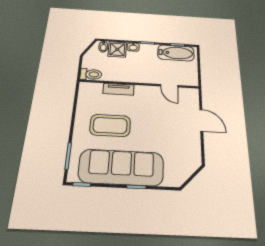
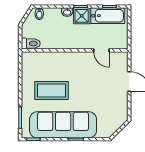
shower: (117, 49) -> (82, 16), moved
tv unit: (119, 89) -> (56, 57), removed

